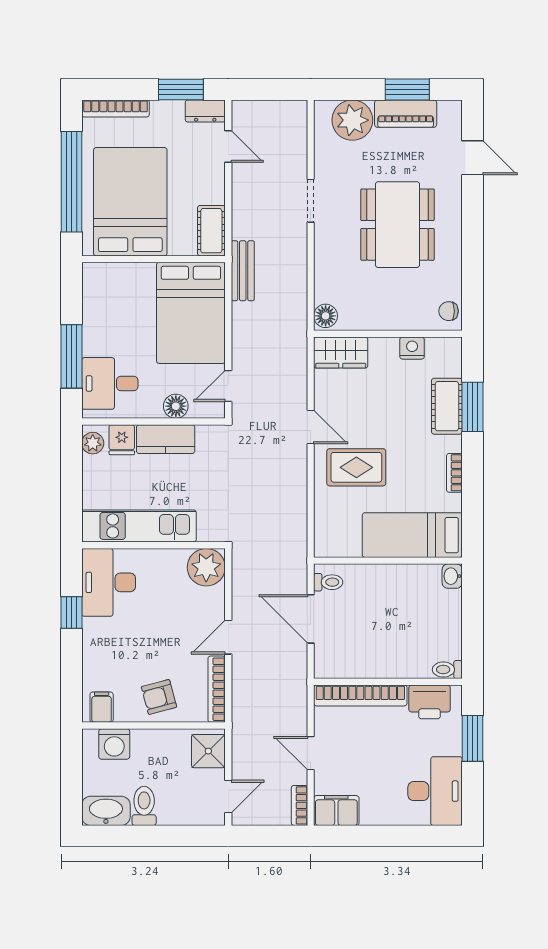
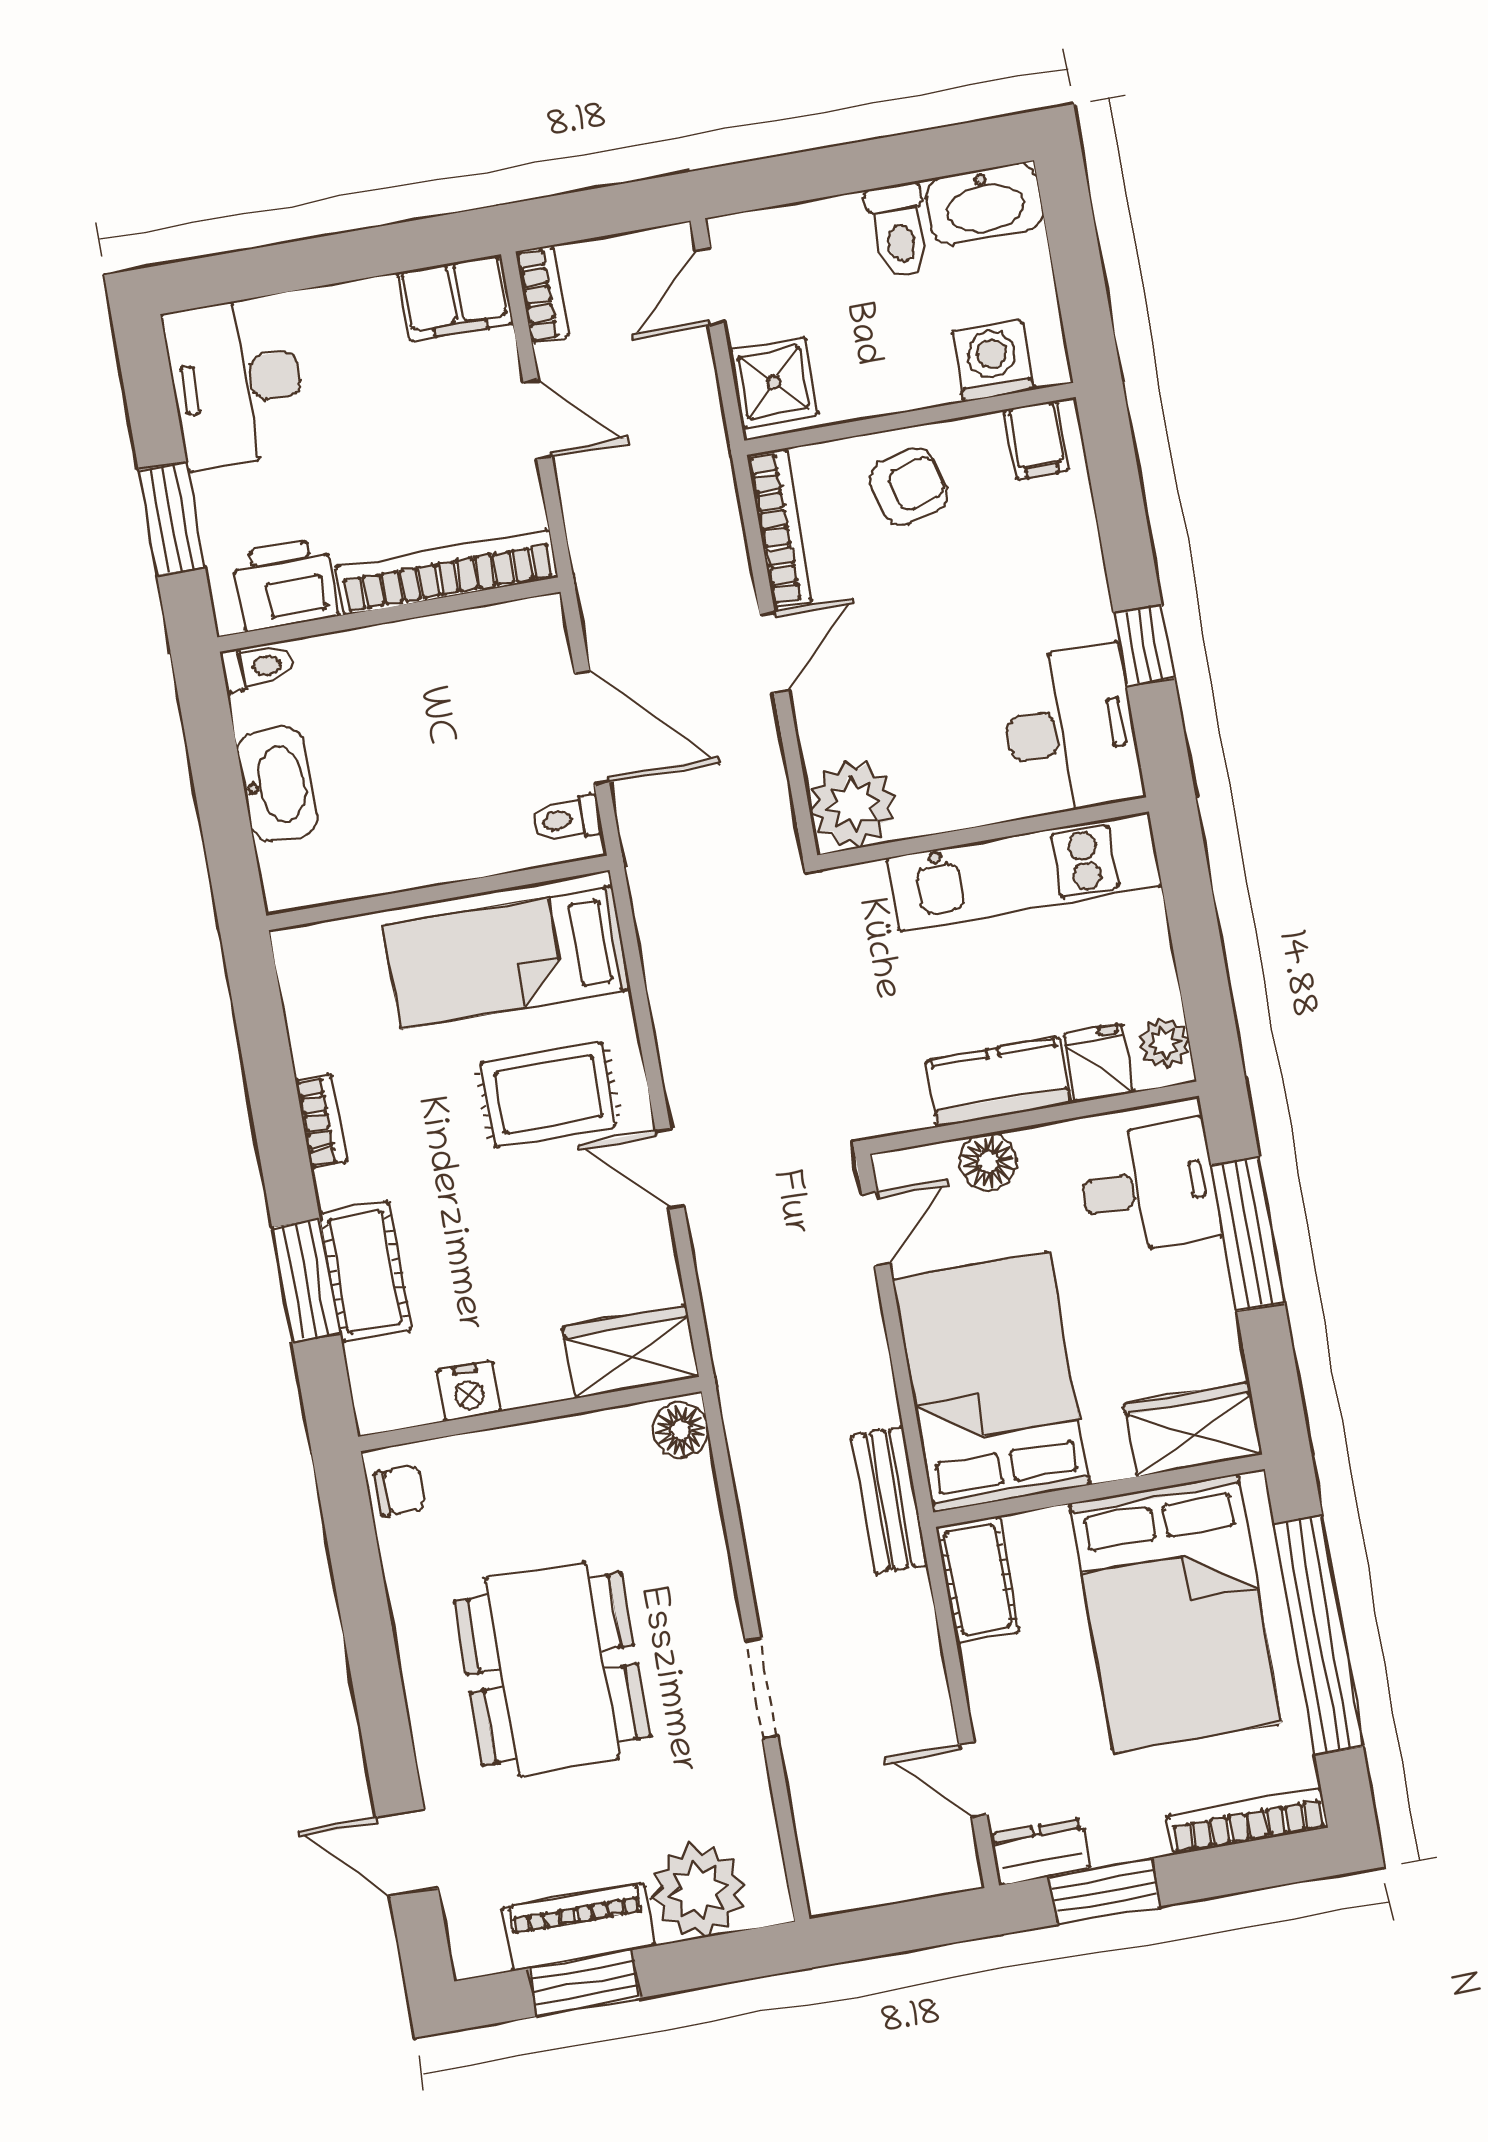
wardrobe: (109, 278) -> (1193, 1429), added
bed: (412, 535) -> (507, 958), moved, turned 180
washbasin: (452, 576) -> (277, 785), moved, width x1.91, depth x1.45

